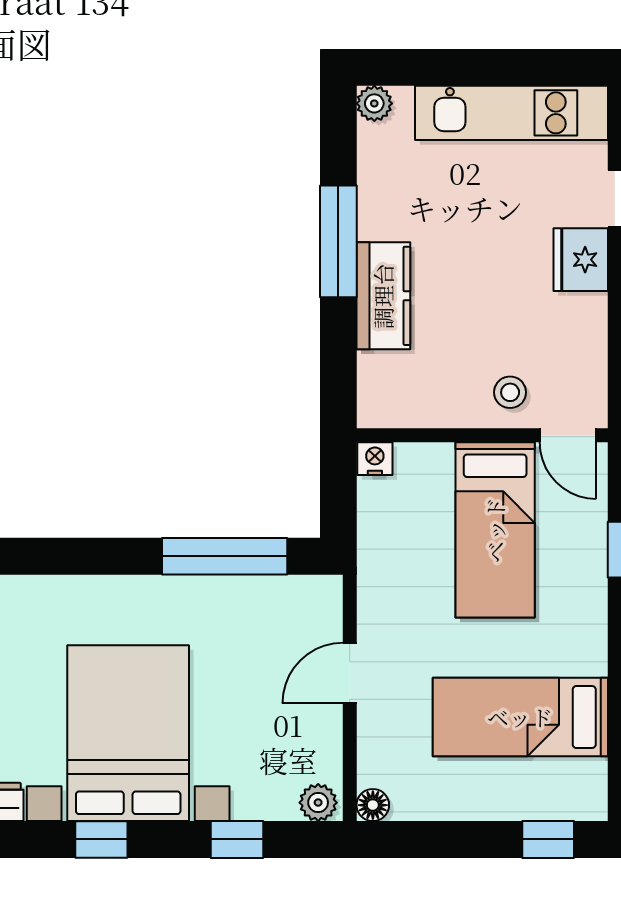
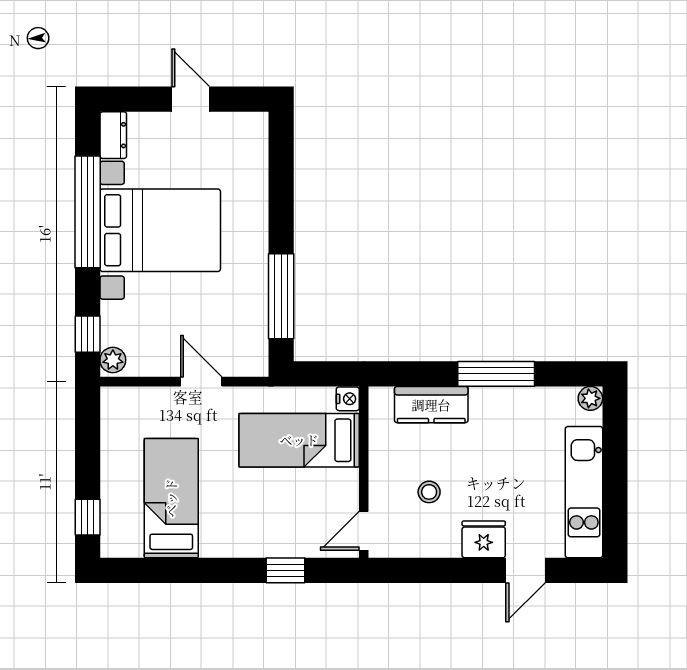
kitchen counter: (383, 296) -> (431, 405), moved
stool: (510, 392) -> (429, 492), moved
bed: (495, 530) -> (299, 440), moved
floor lamp: (373, 805) -> (111, 397), removed
window: (101, 839) -> (88, 212), width x3.17
window: (237, 839) -> (88, 334), moved

